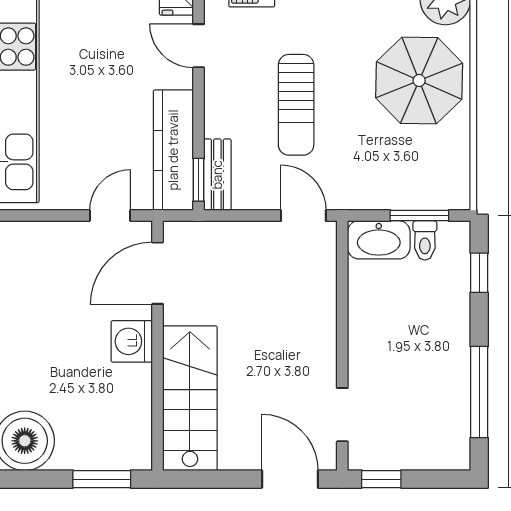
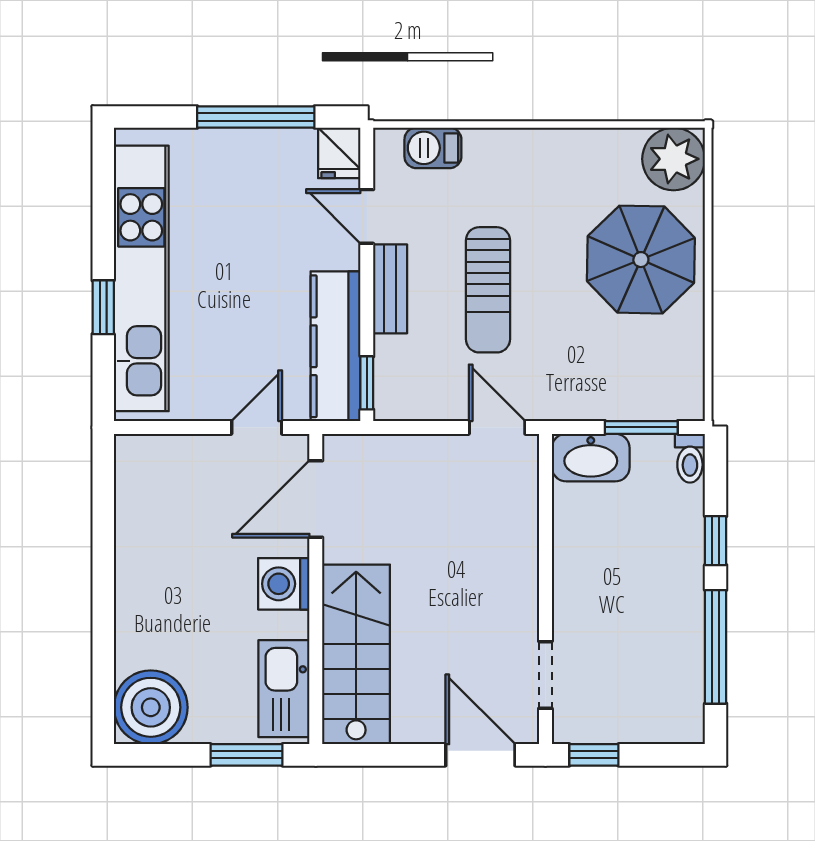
bench: (217, 175) -> (390, 289), moved
toilet: (425, 240) -> (690, 458), moved
window: (479, 273) -> (716, 541), moved
kitchen sink: (132, 426) -> (284, 689), added

